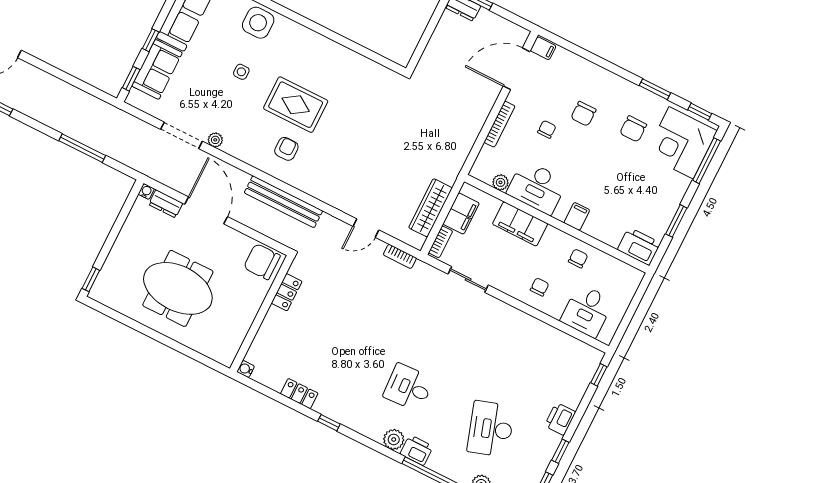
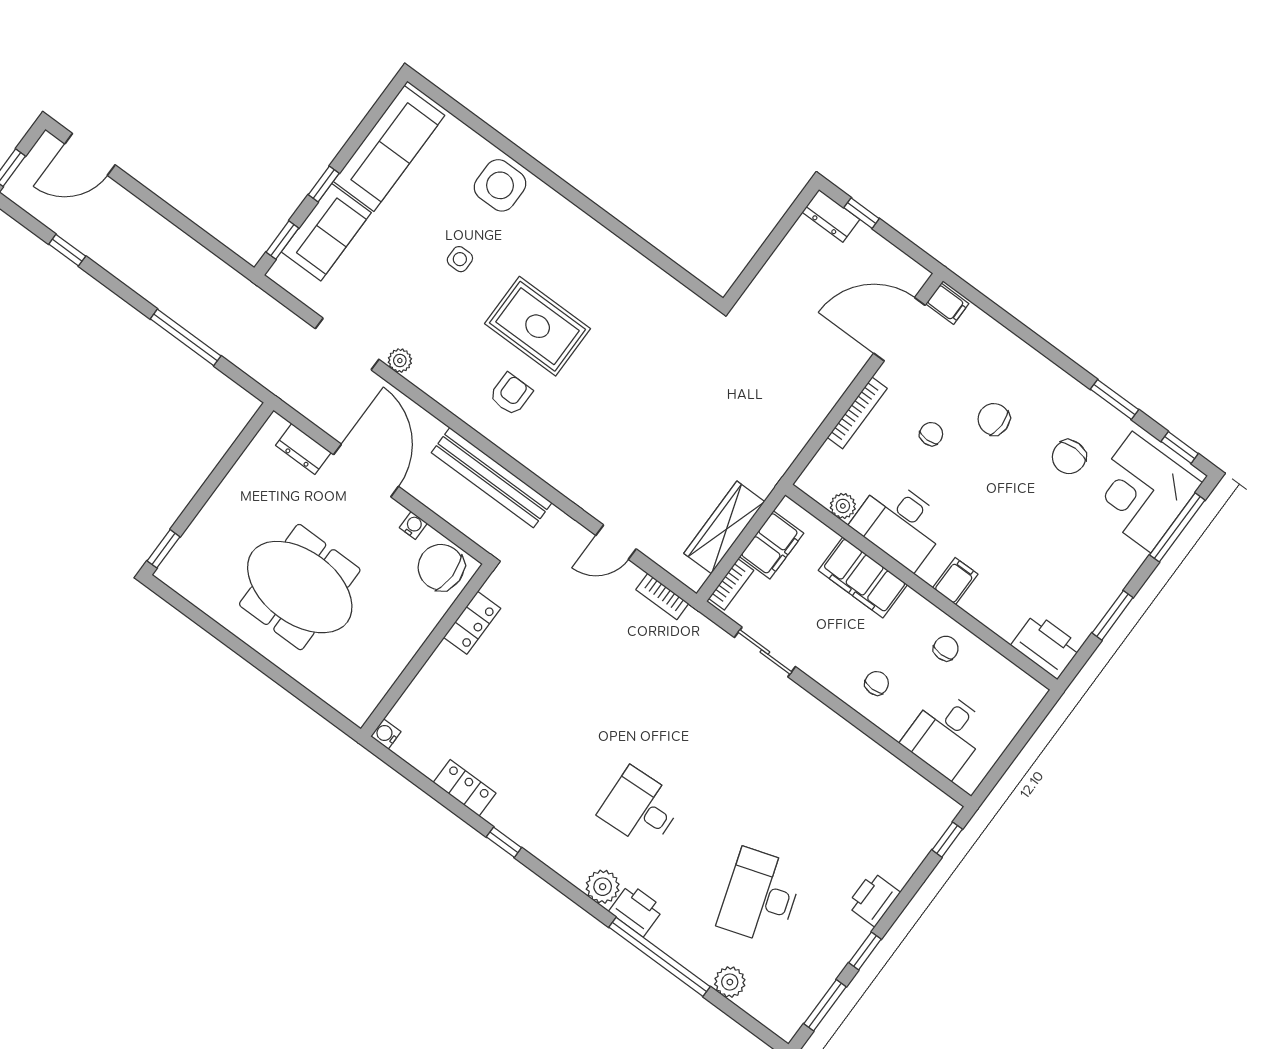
chair: (583, 114) -> (994, 419), turned 90
water cooler: (146, 191) -> (413, 525), moved

